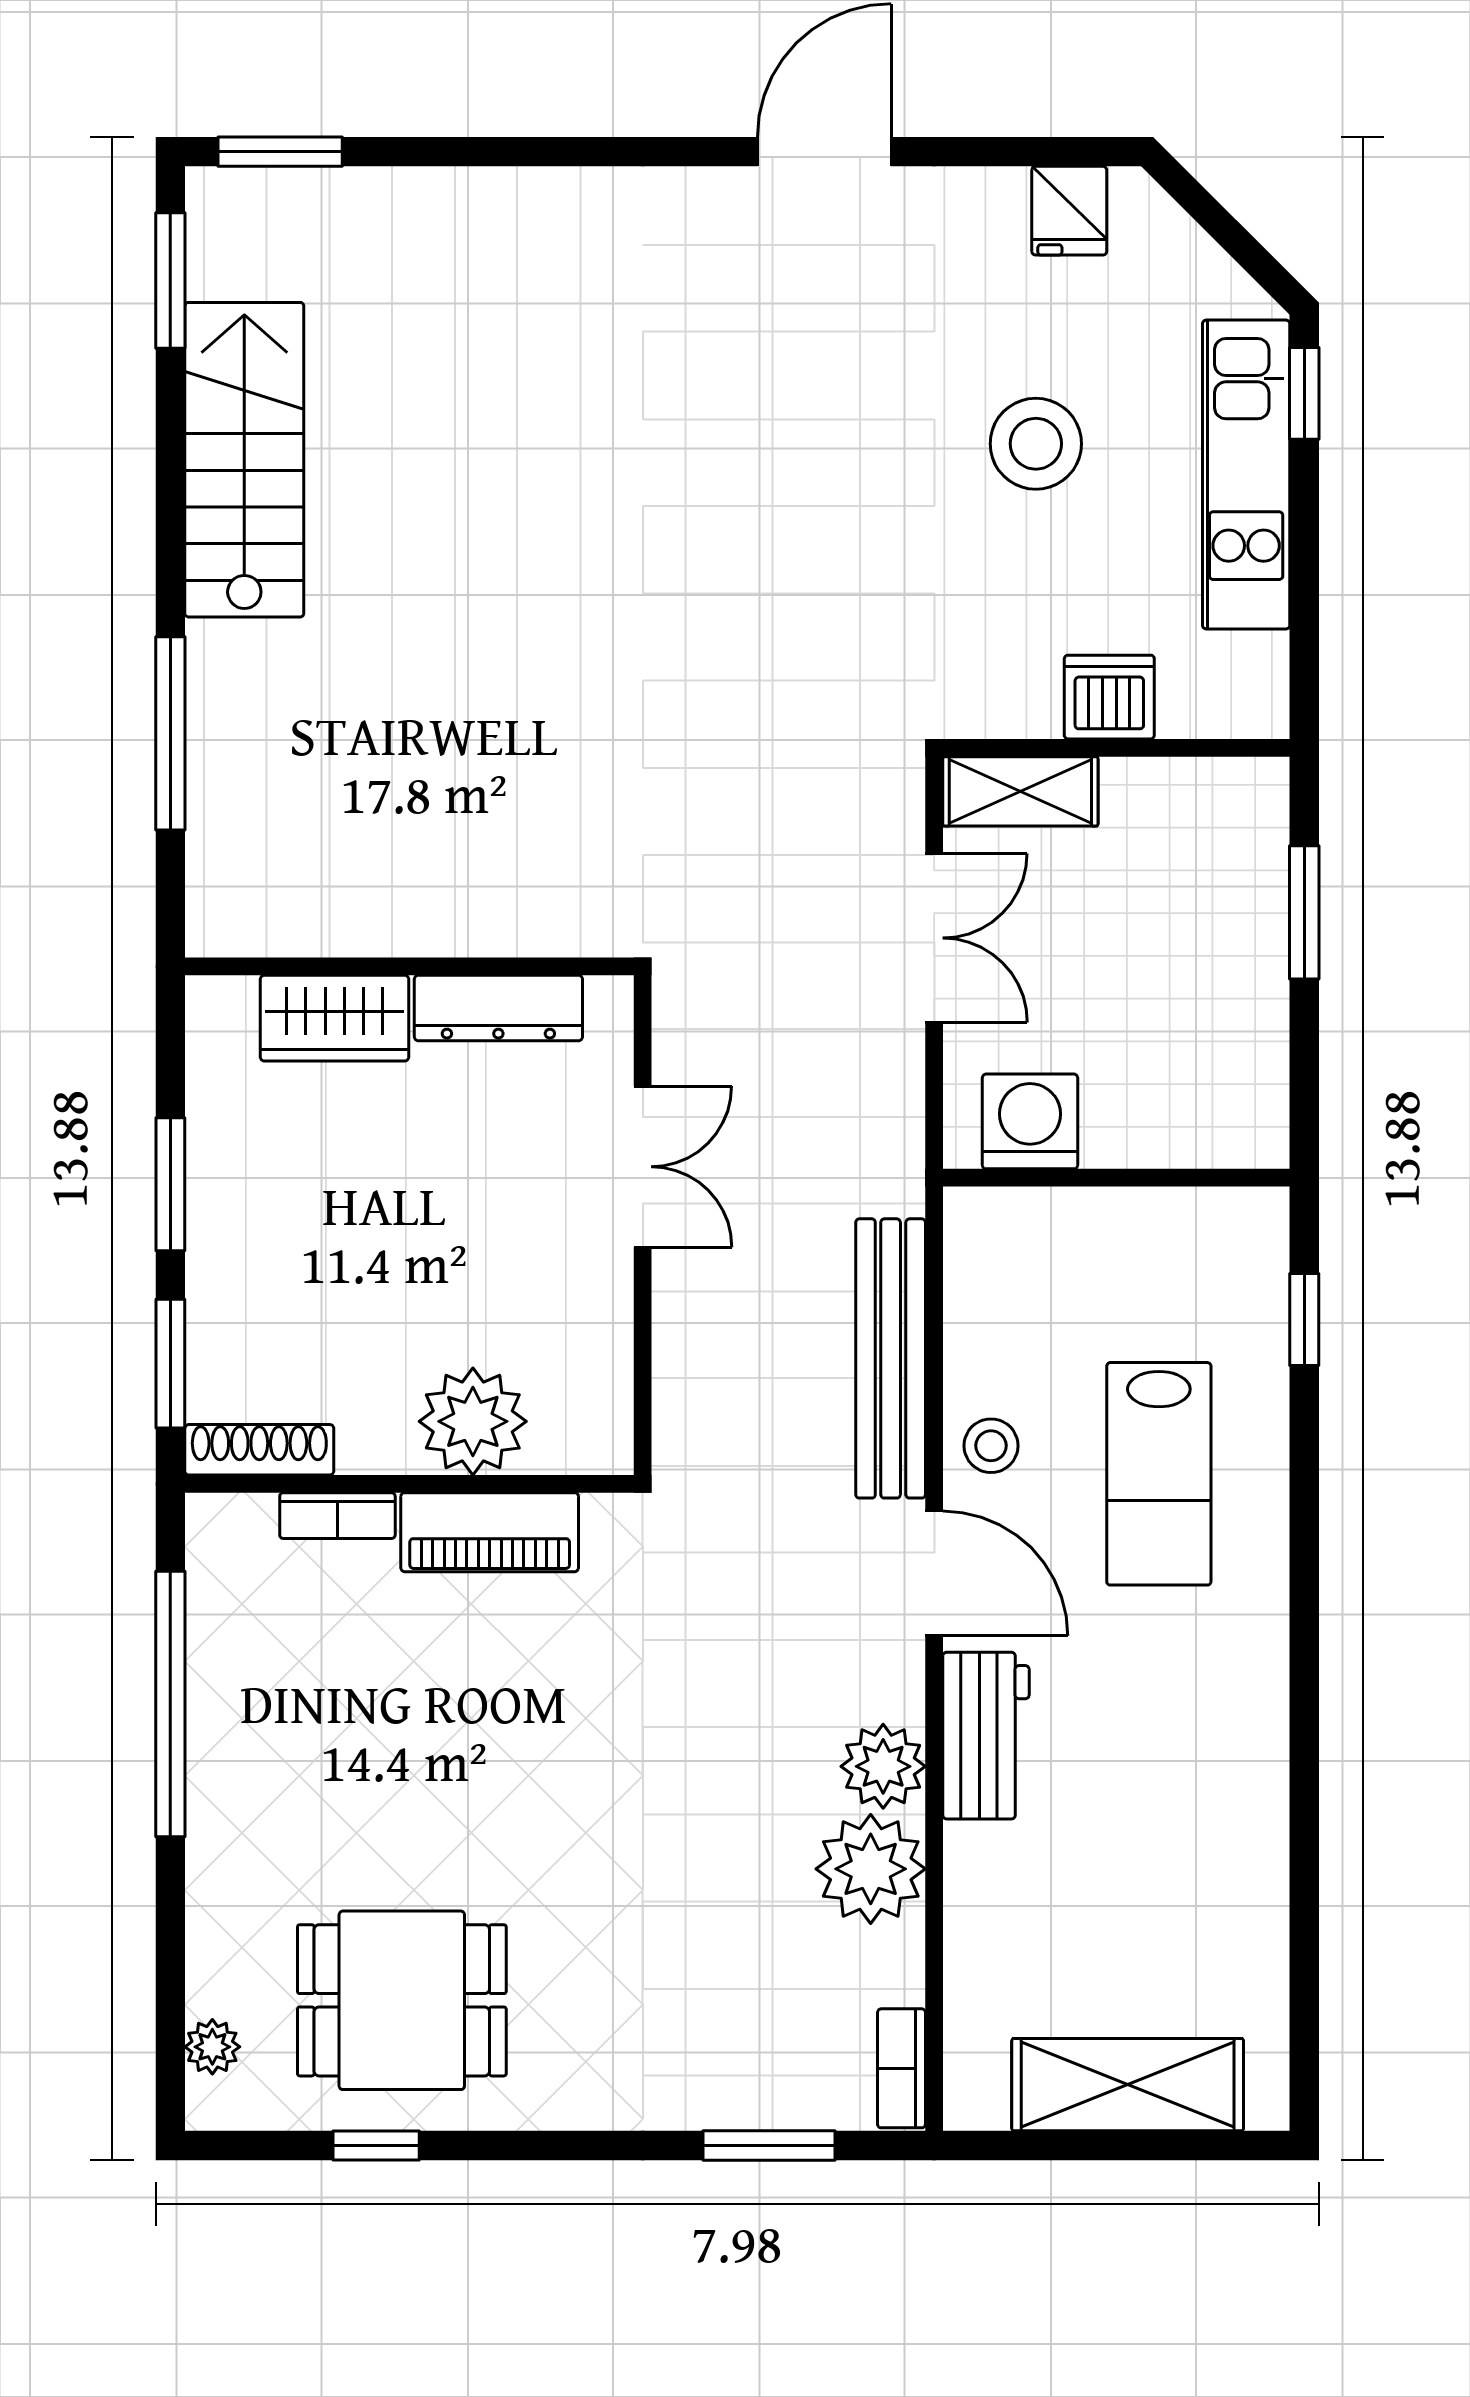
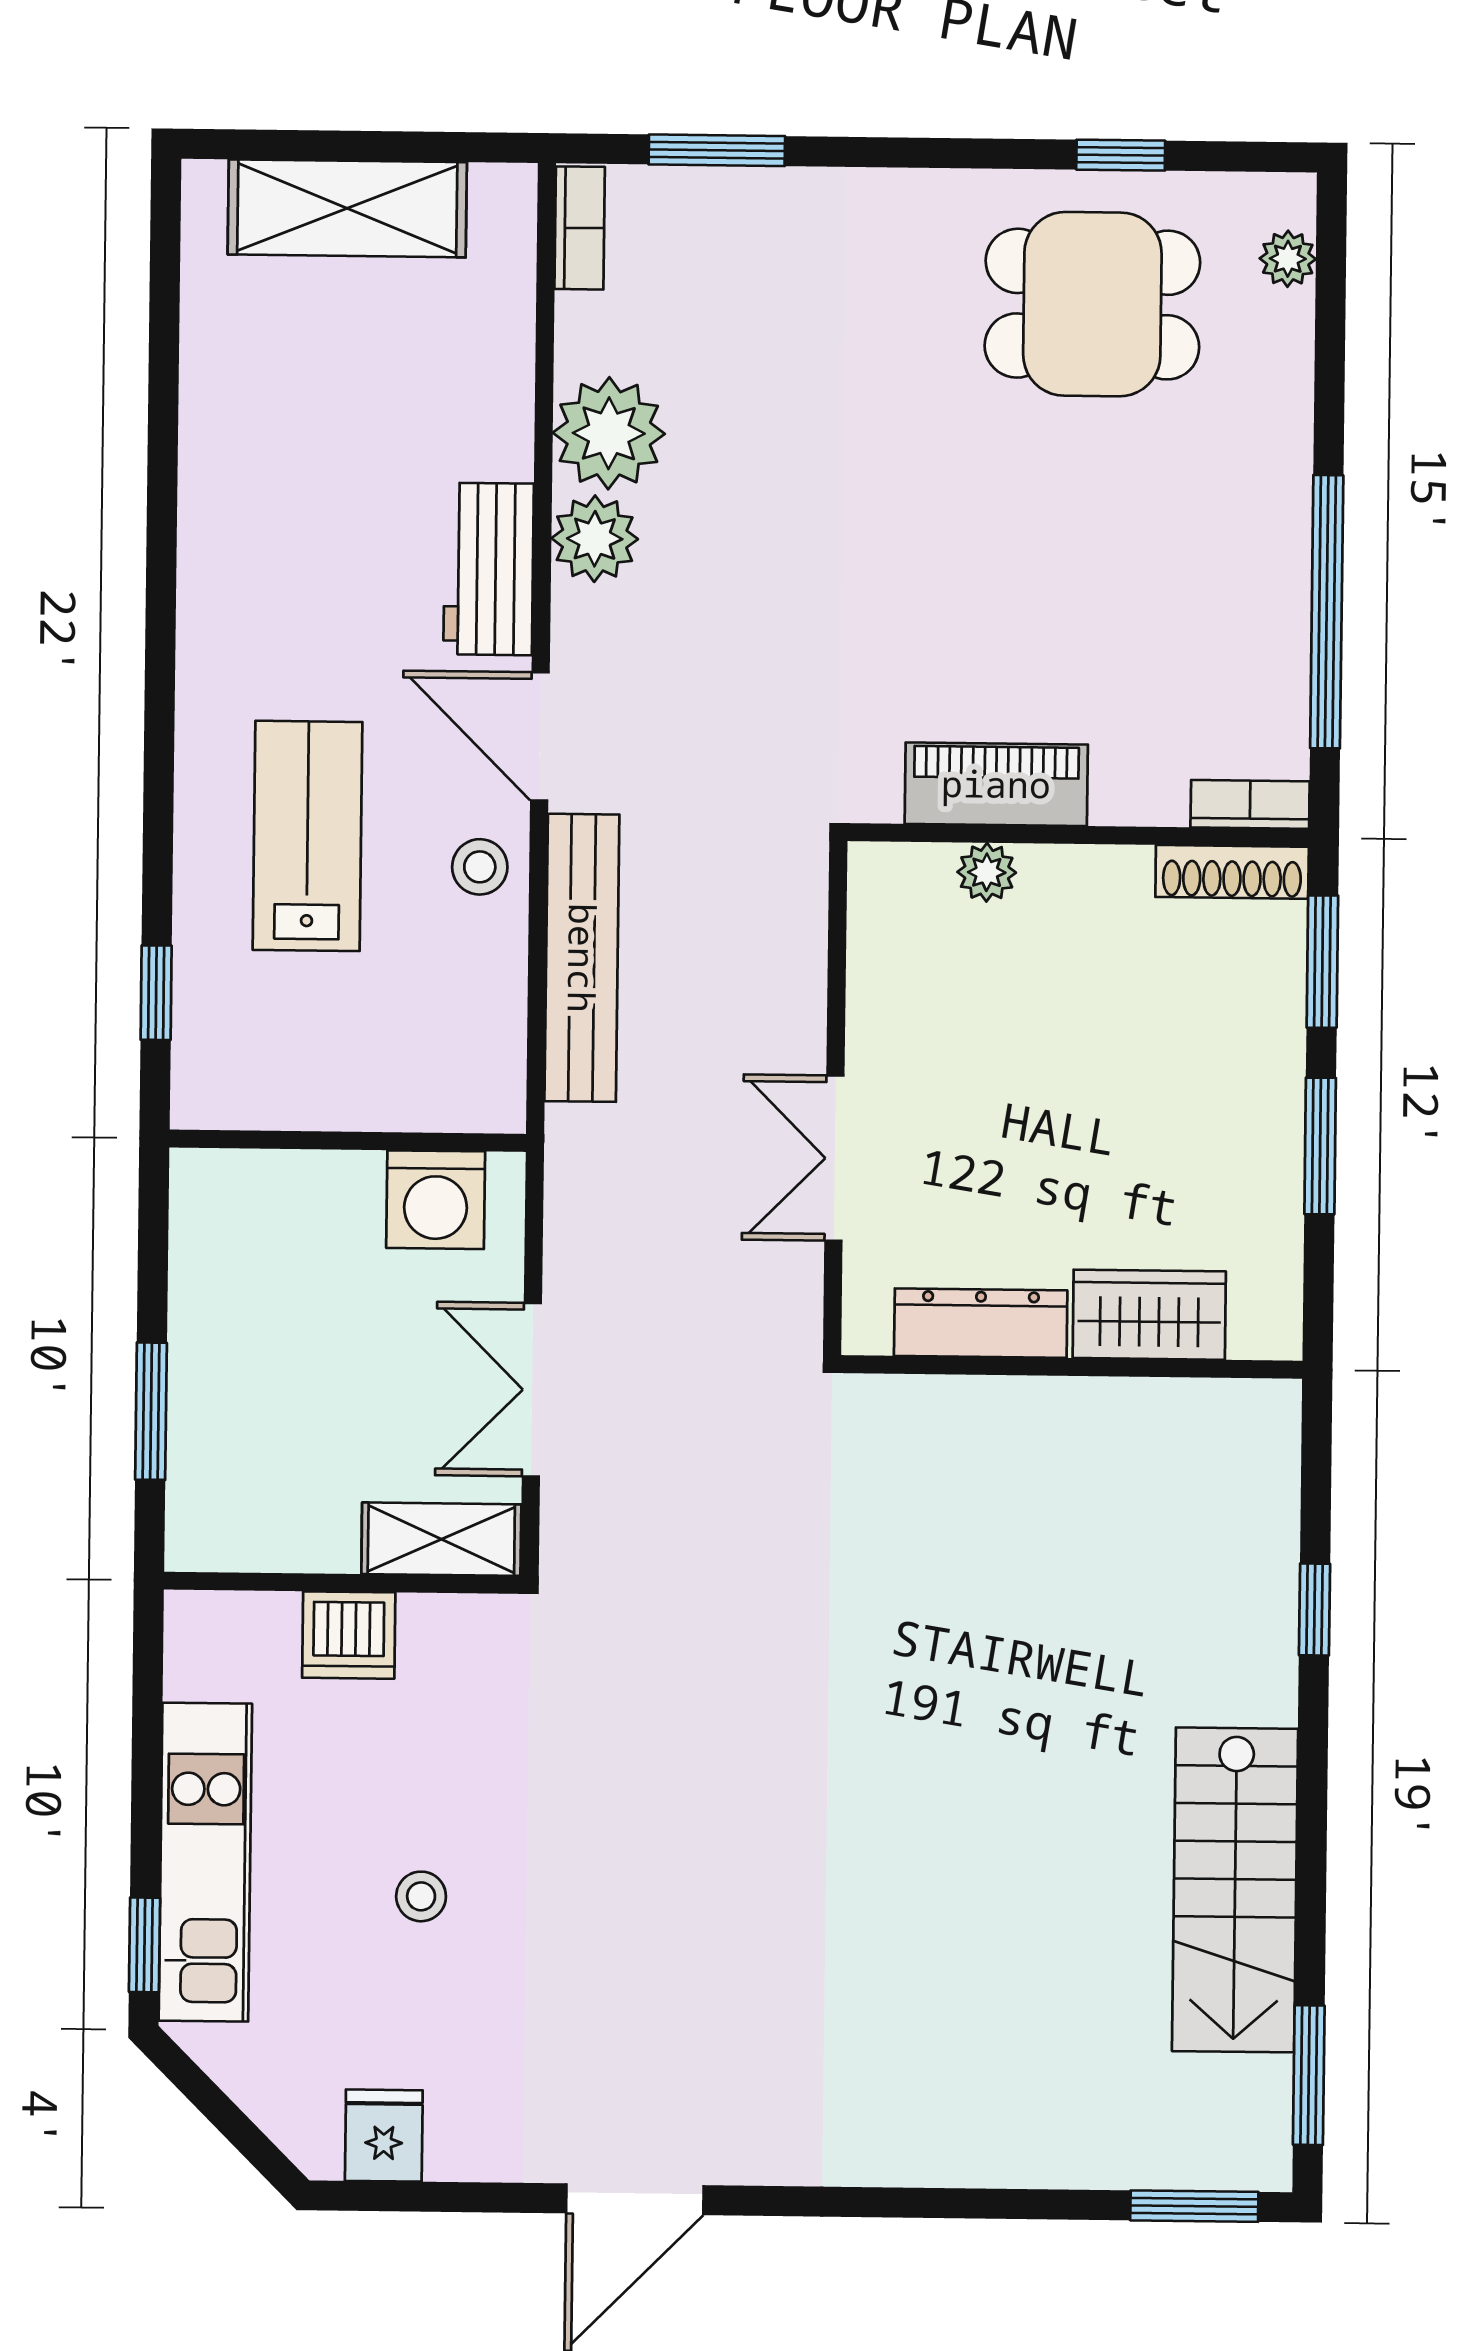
stool: (1036, 444) -> (421, 1896), width x0.53, depth x0.53
window: (170, 733) -> (1314, 1610), width x0.46
plant: (473, 1421) -> (987, 872), width x0.53, depth x0.53
bookcase: (337, 1516) -> (1250, 804), moved

